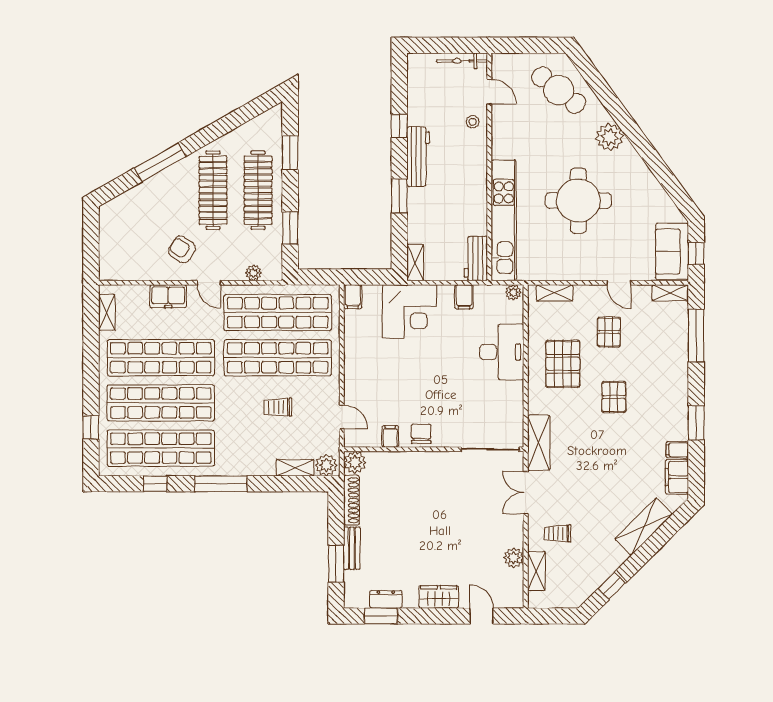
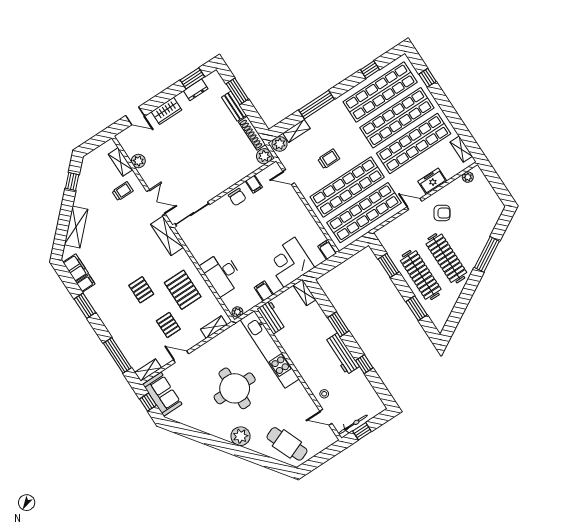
window: (456, 45) -> (362, 431), added
cafe table: (559, 90) -> (287, 444), turned 30
plant: (253, 273) -> (468, 177), moved
window: (221, 484) -> (317, 105), moved

